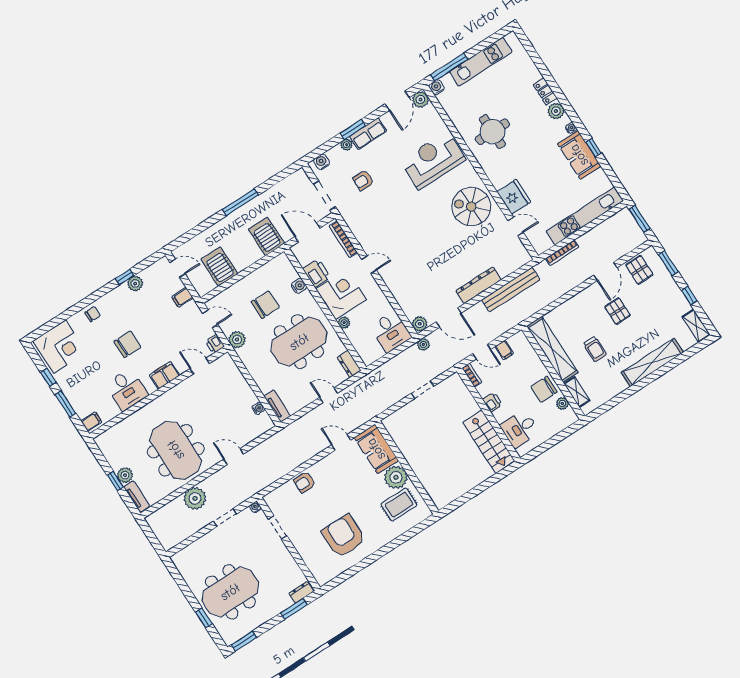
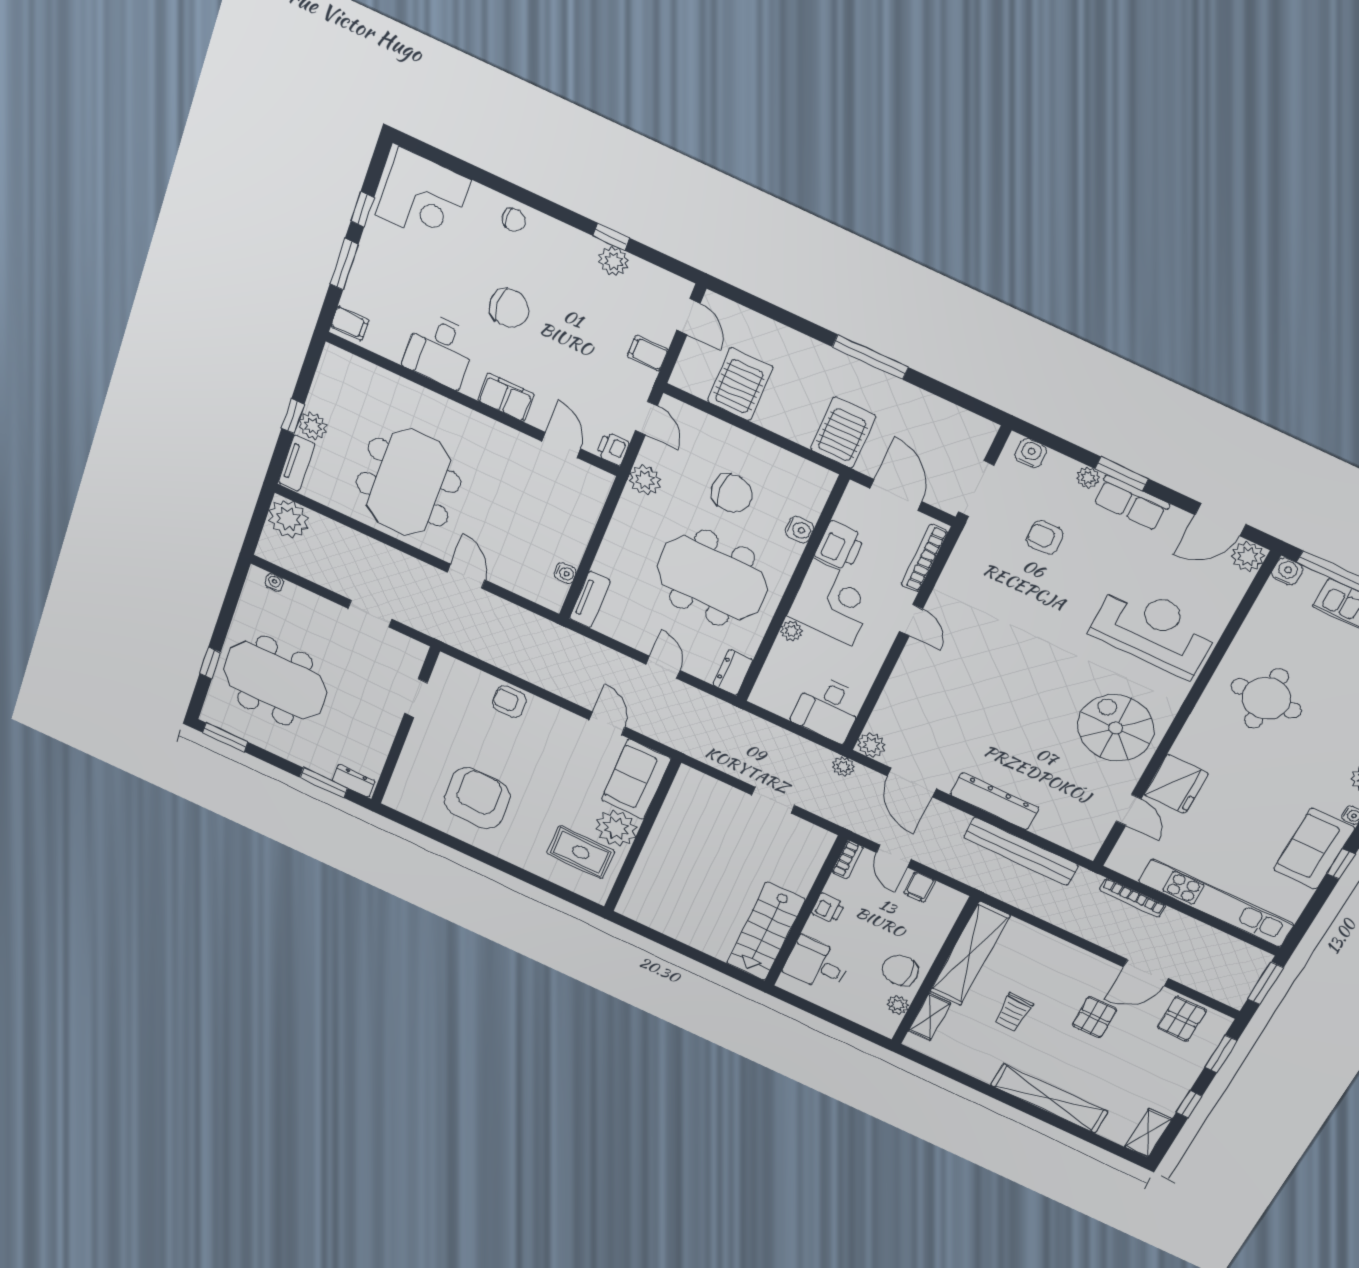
plant: (195, 498) -> (288, 519), moved
water cooler: (255, 507) -> (274, 583), moved

